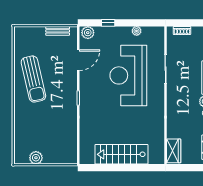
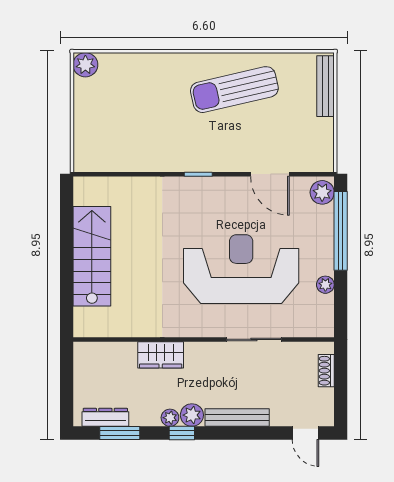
window: (108, 23) -> (341, 231), width x3.17
bench: (58, 31) -> (326, 86), moved, width x1.36
wardrobe: (174, 151) -> (161, 355), moved
plant: (36, 158) -> (85, 65), moved

